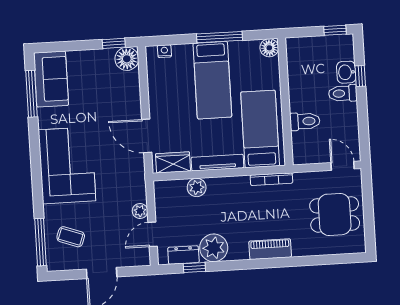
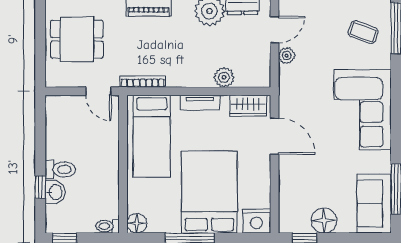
nightstand: (164, 51) -> (256, 221), width x1.89, depth x1.79
floor lamp: (127, 59) -> (324, 221), moved
bed: (212, 80) -> (209, 192), width x1.50
toilet: (305, 121) -> (107, 226), moved, width x0.73, depth x0.72
tv unit: (217, 163) -> (200, 103), width x0.71
door: (343, 166) -> (98, 91), moved

